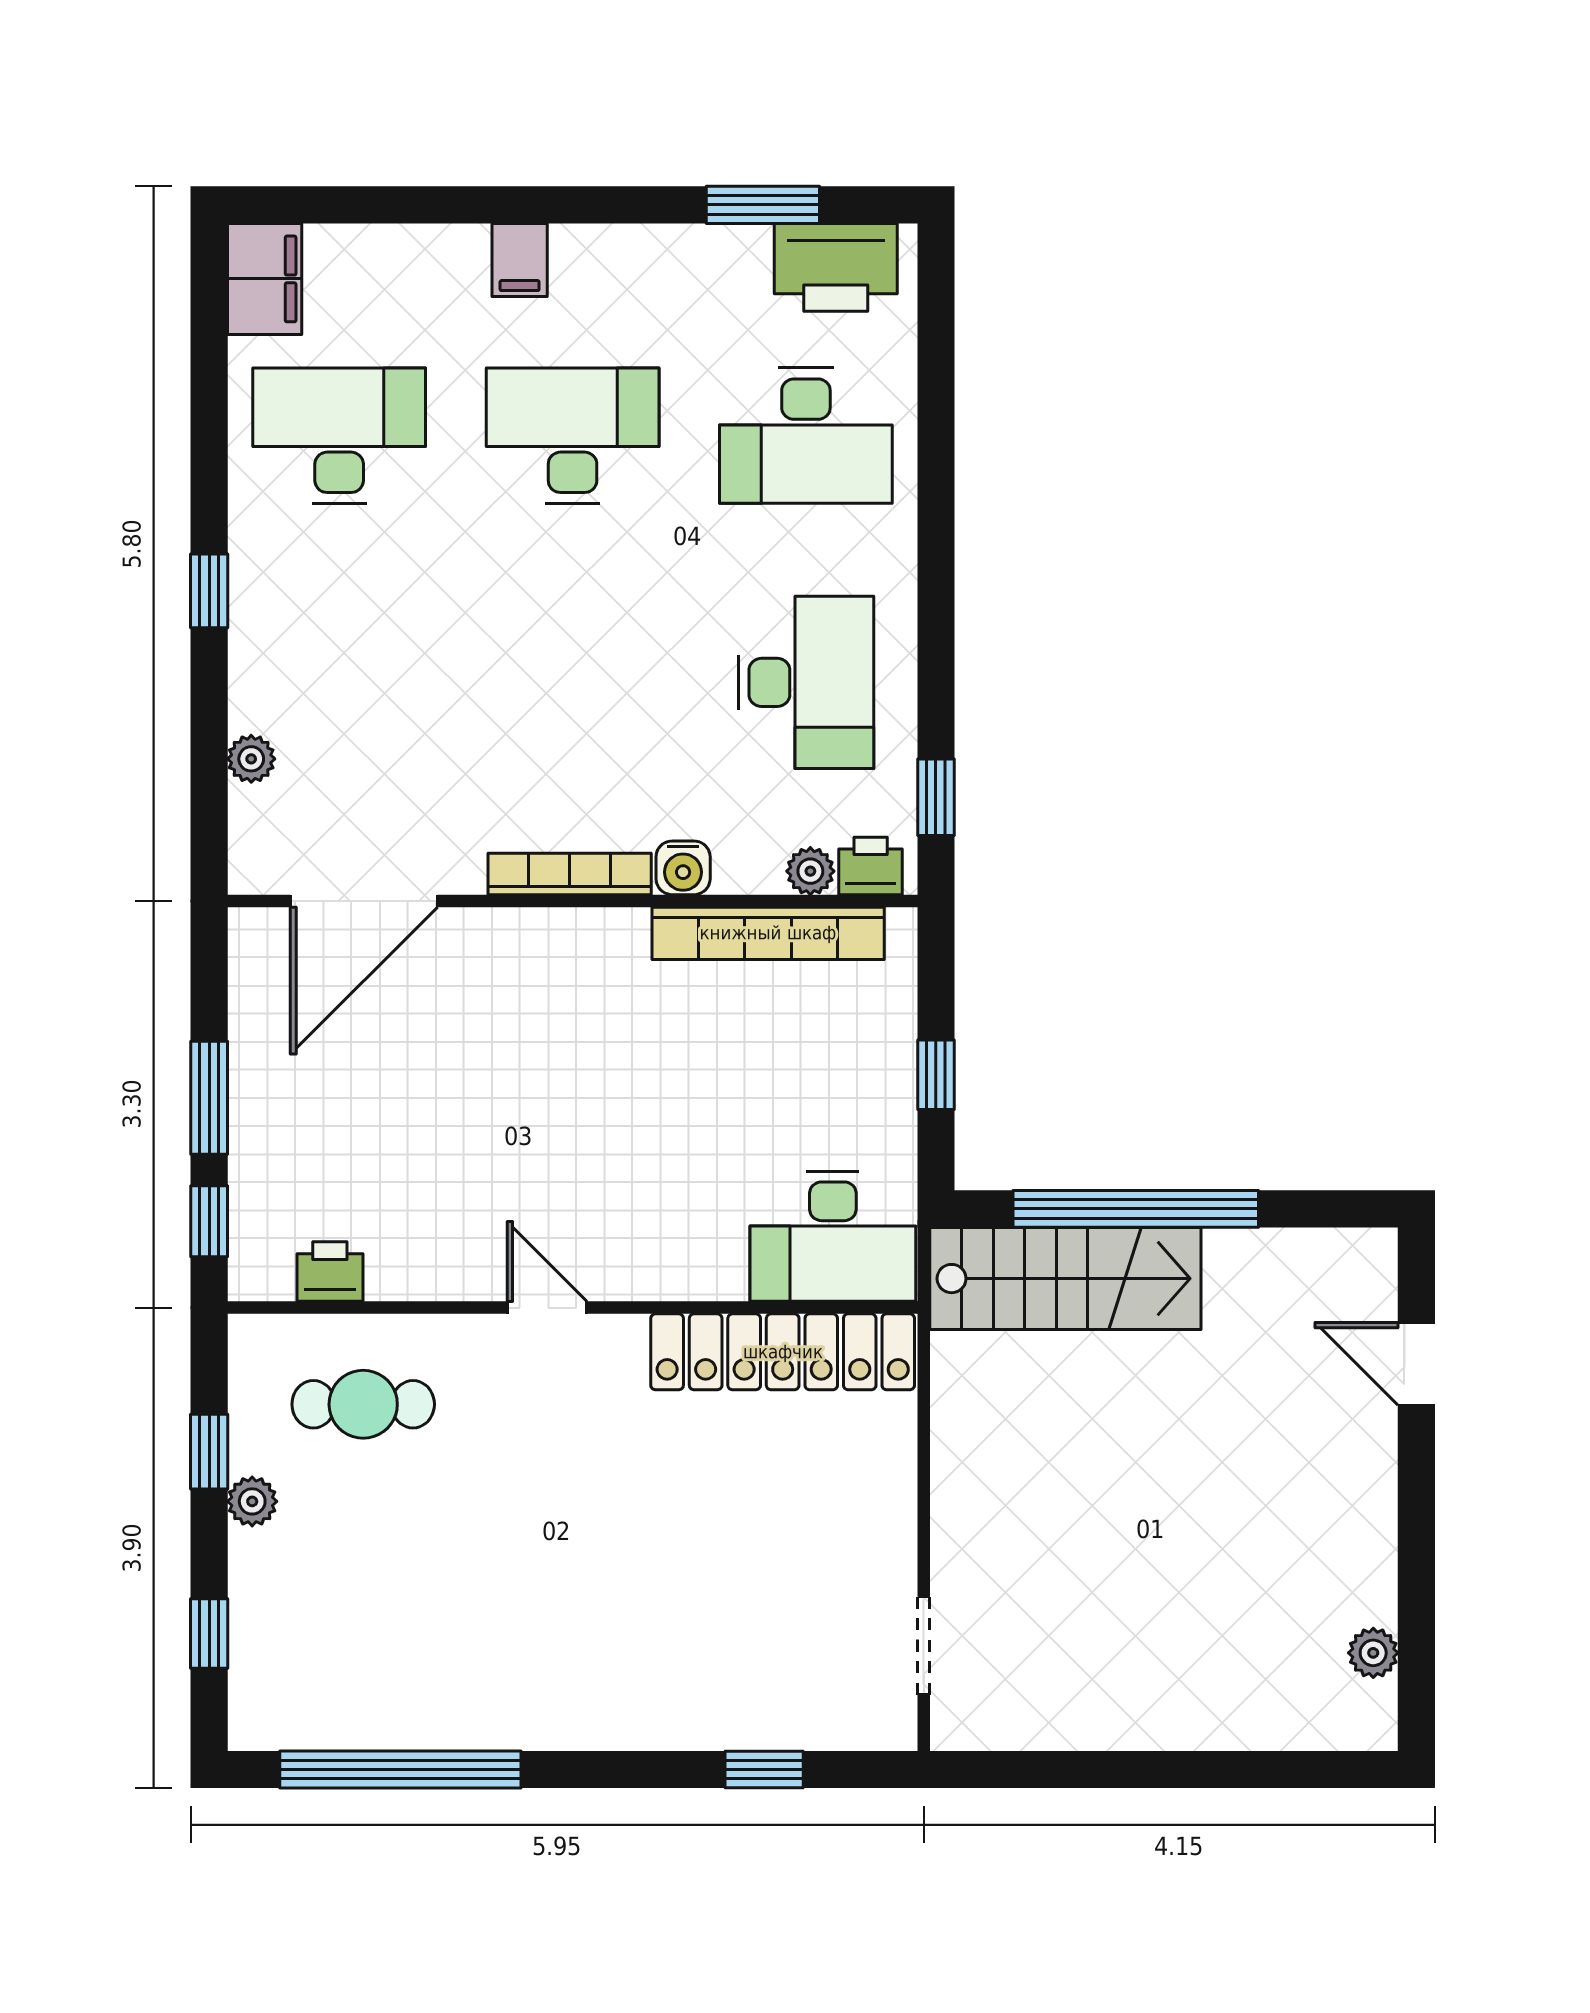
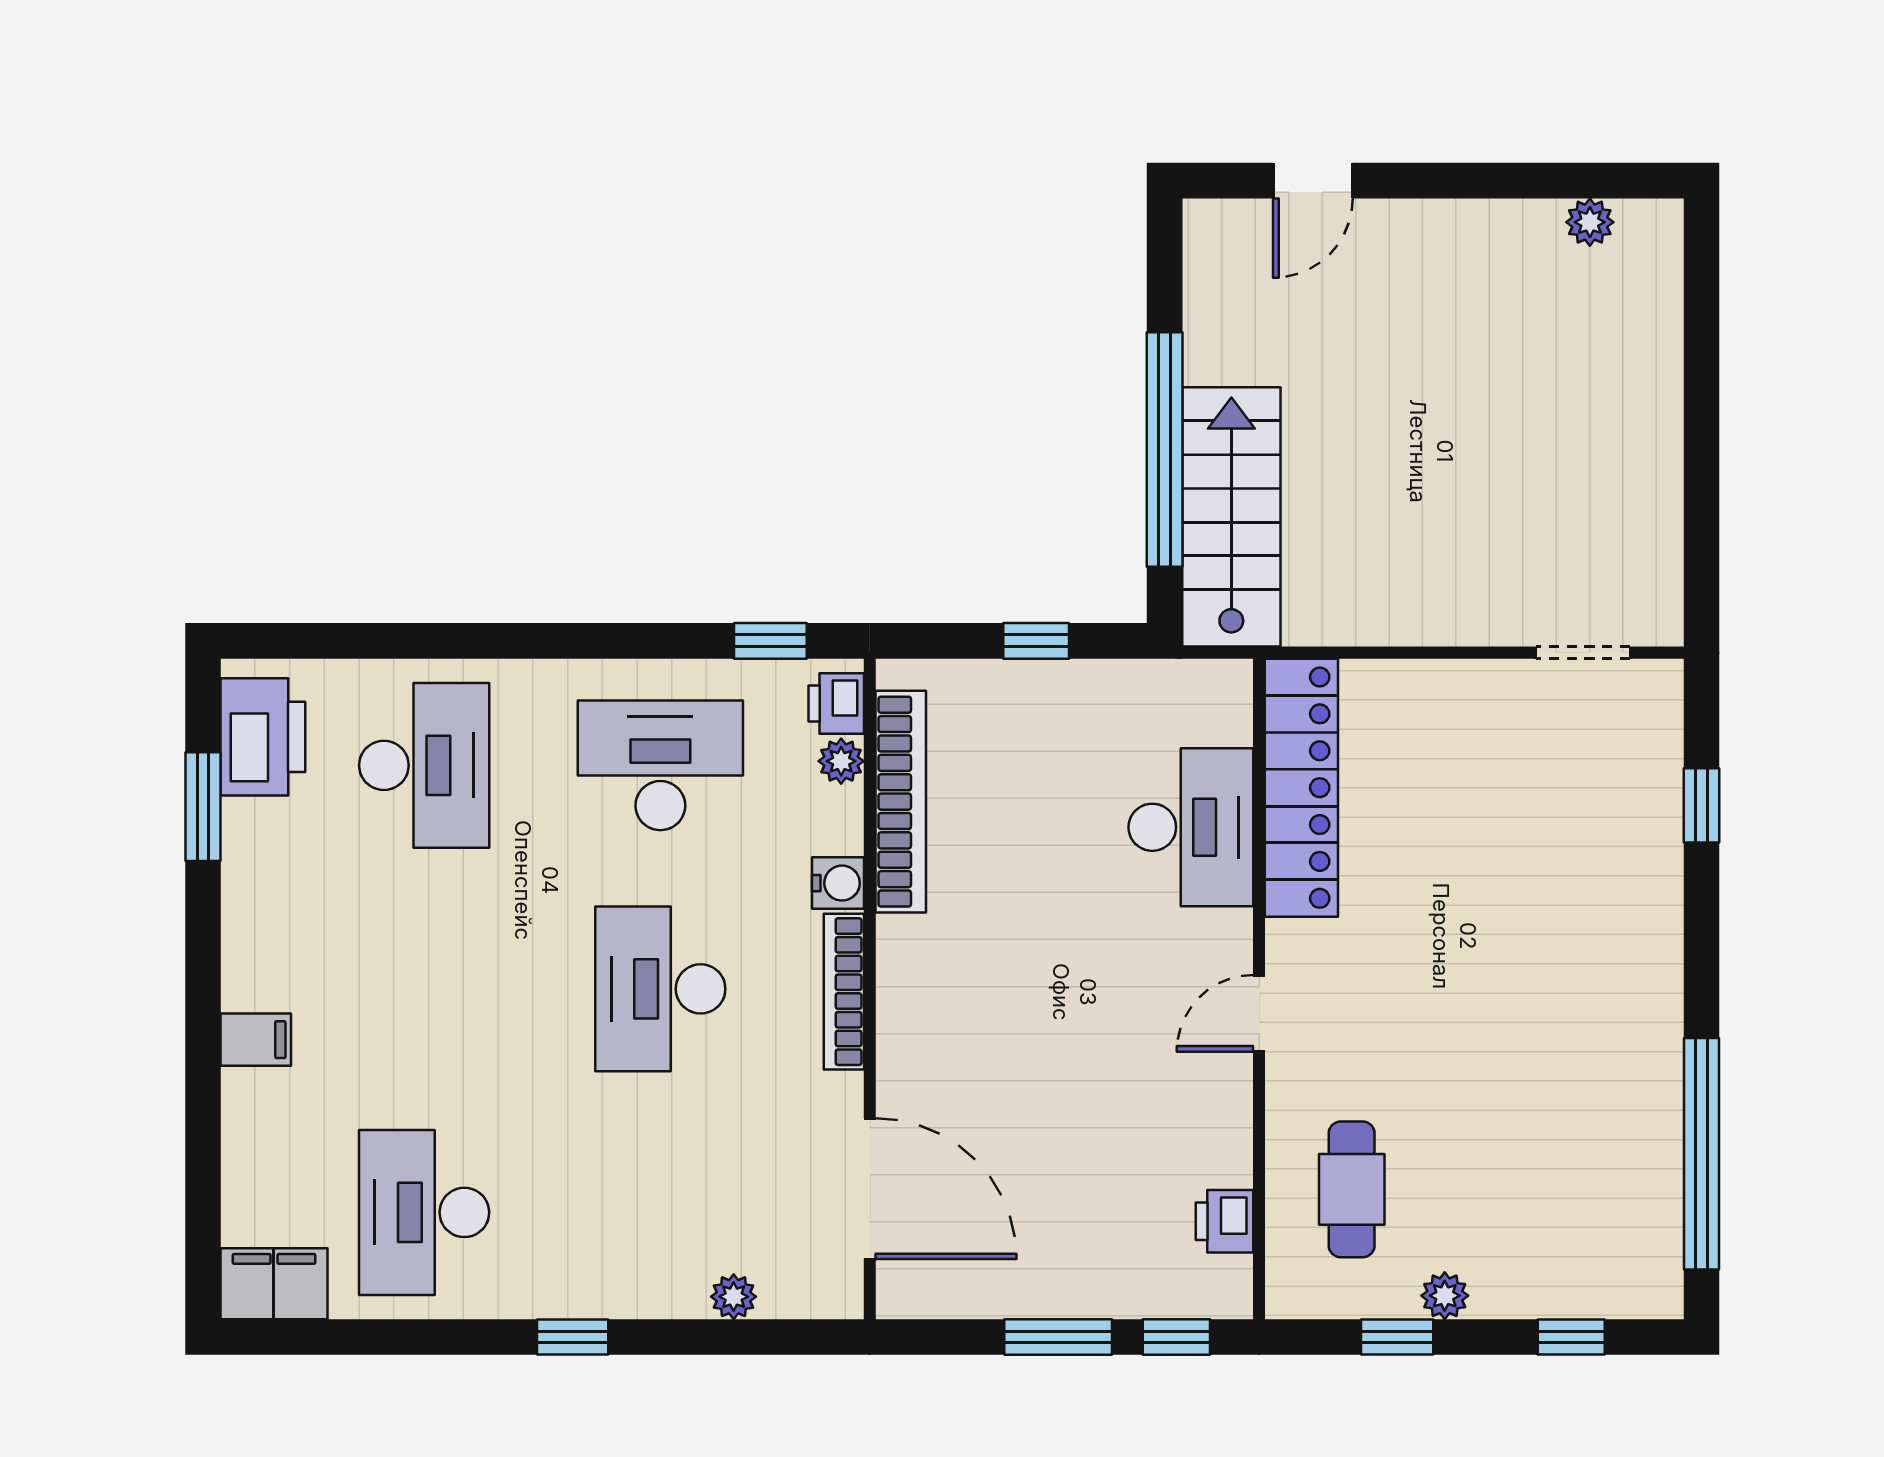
desk: (573, 436) -> (660, 989), moved
desk: (833, 1236) -> (1191, 827), moved

